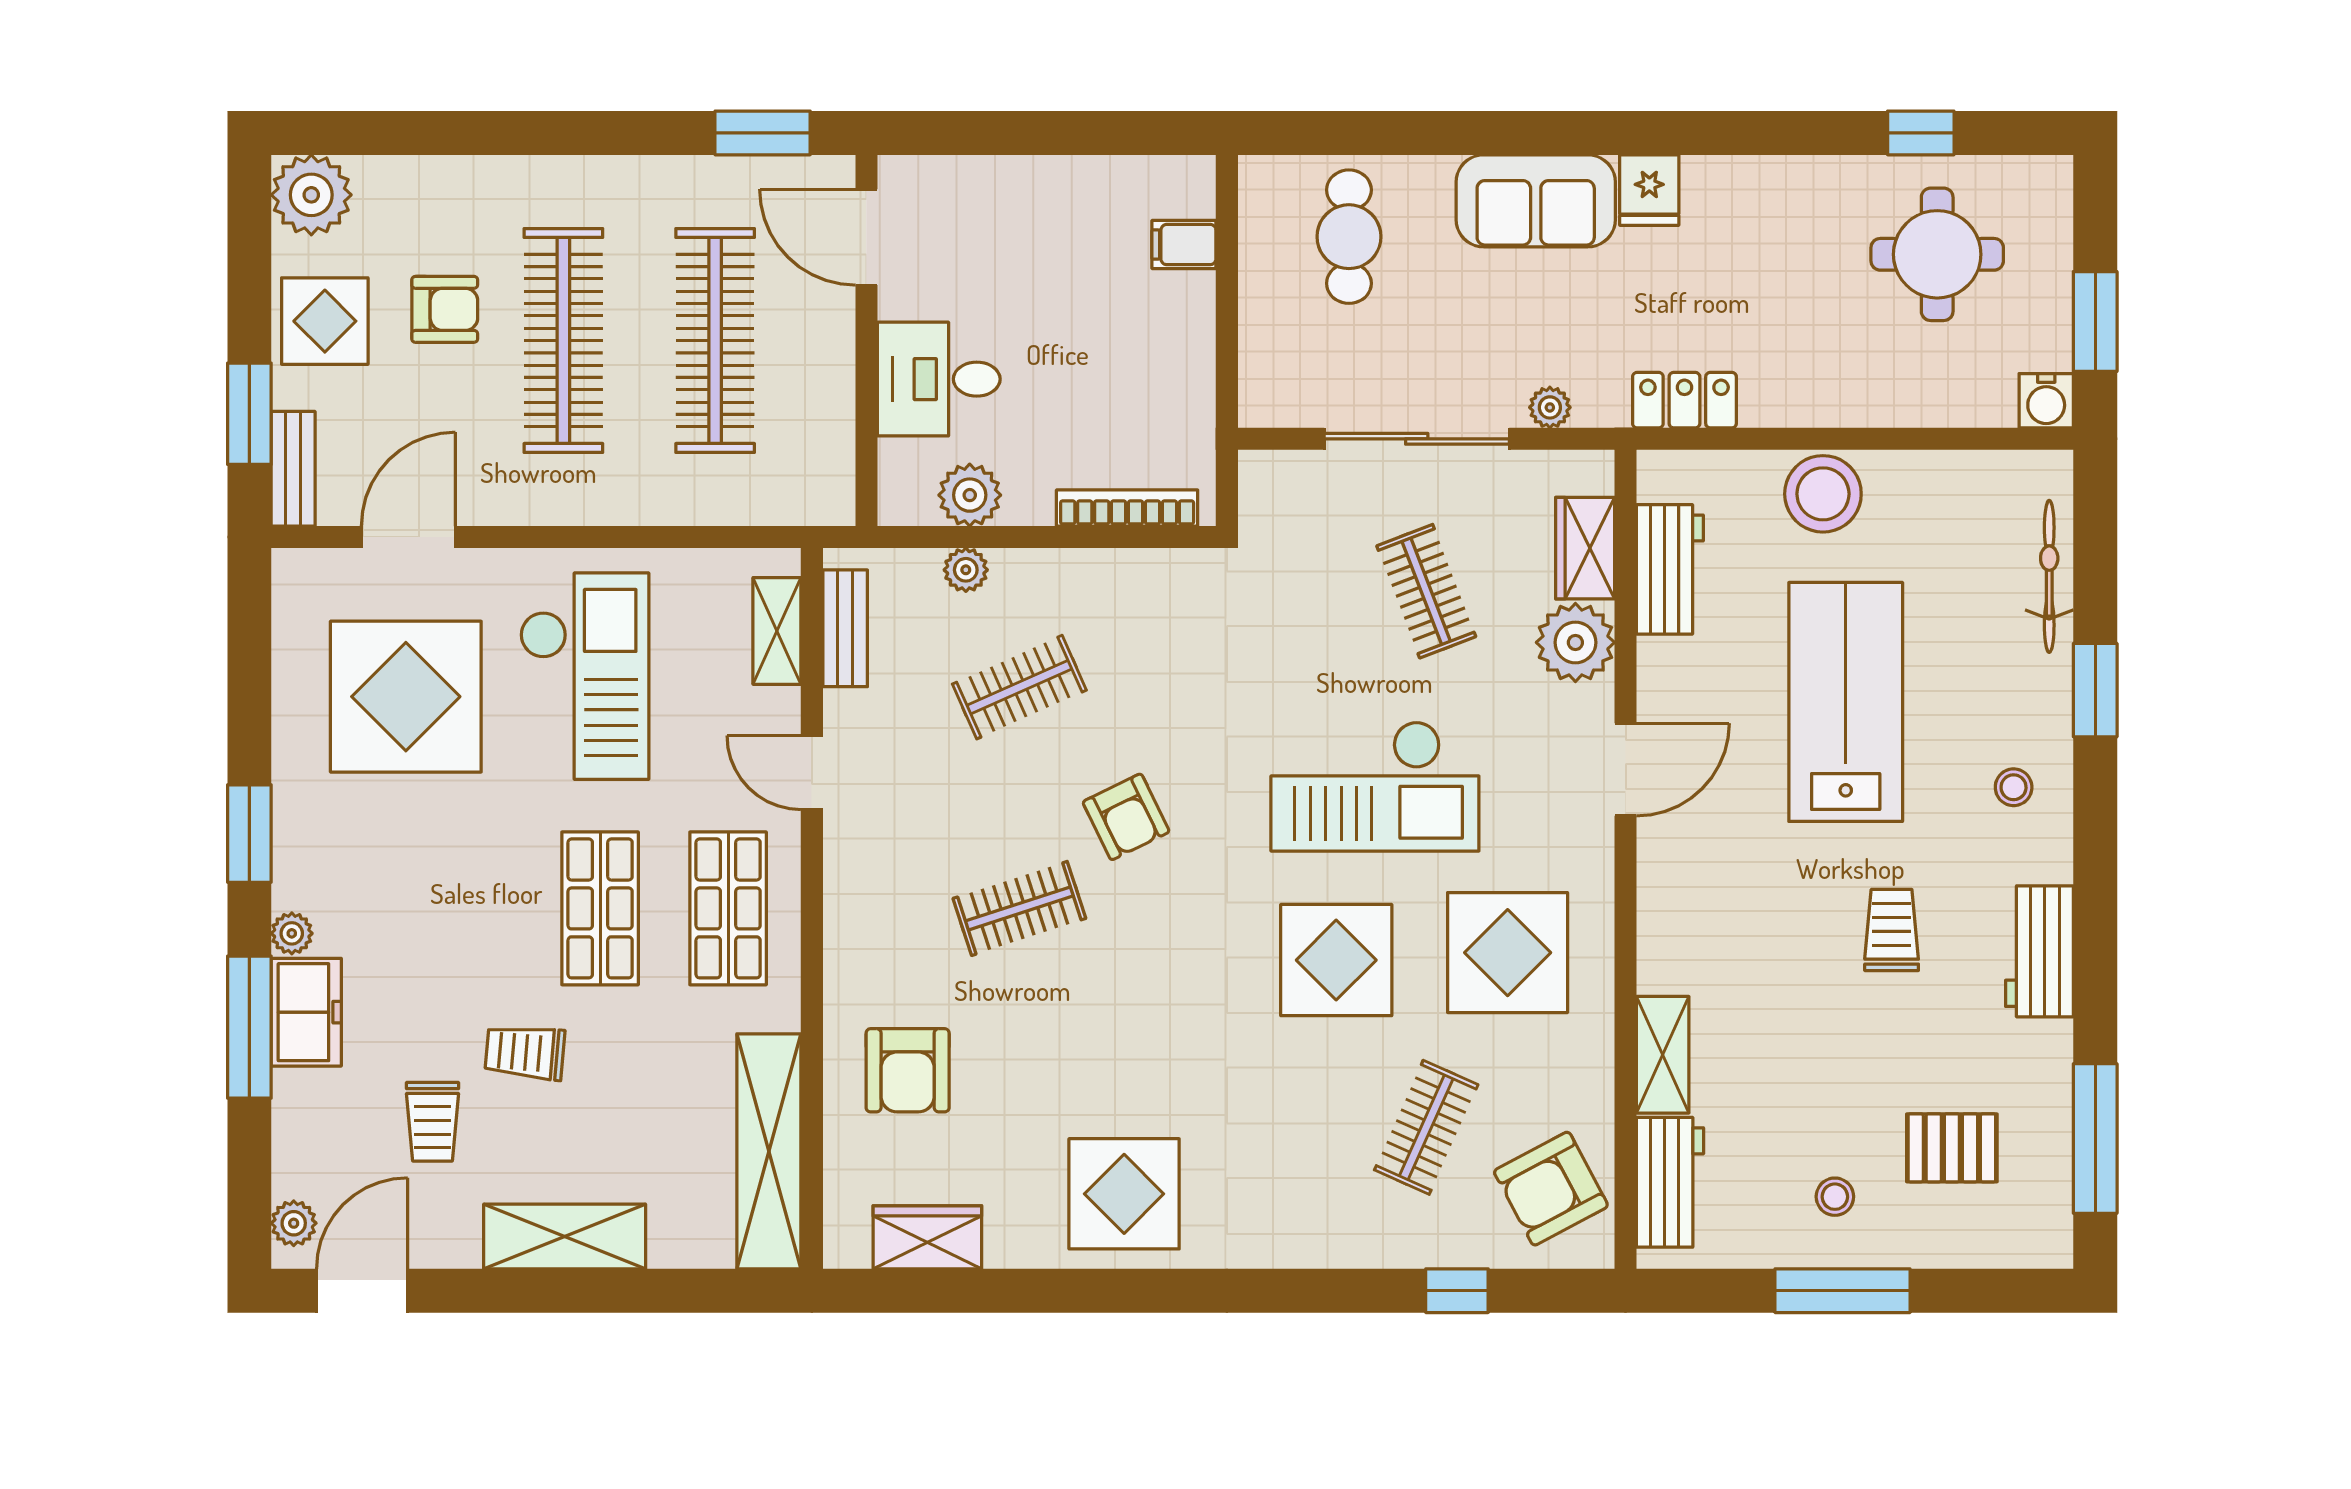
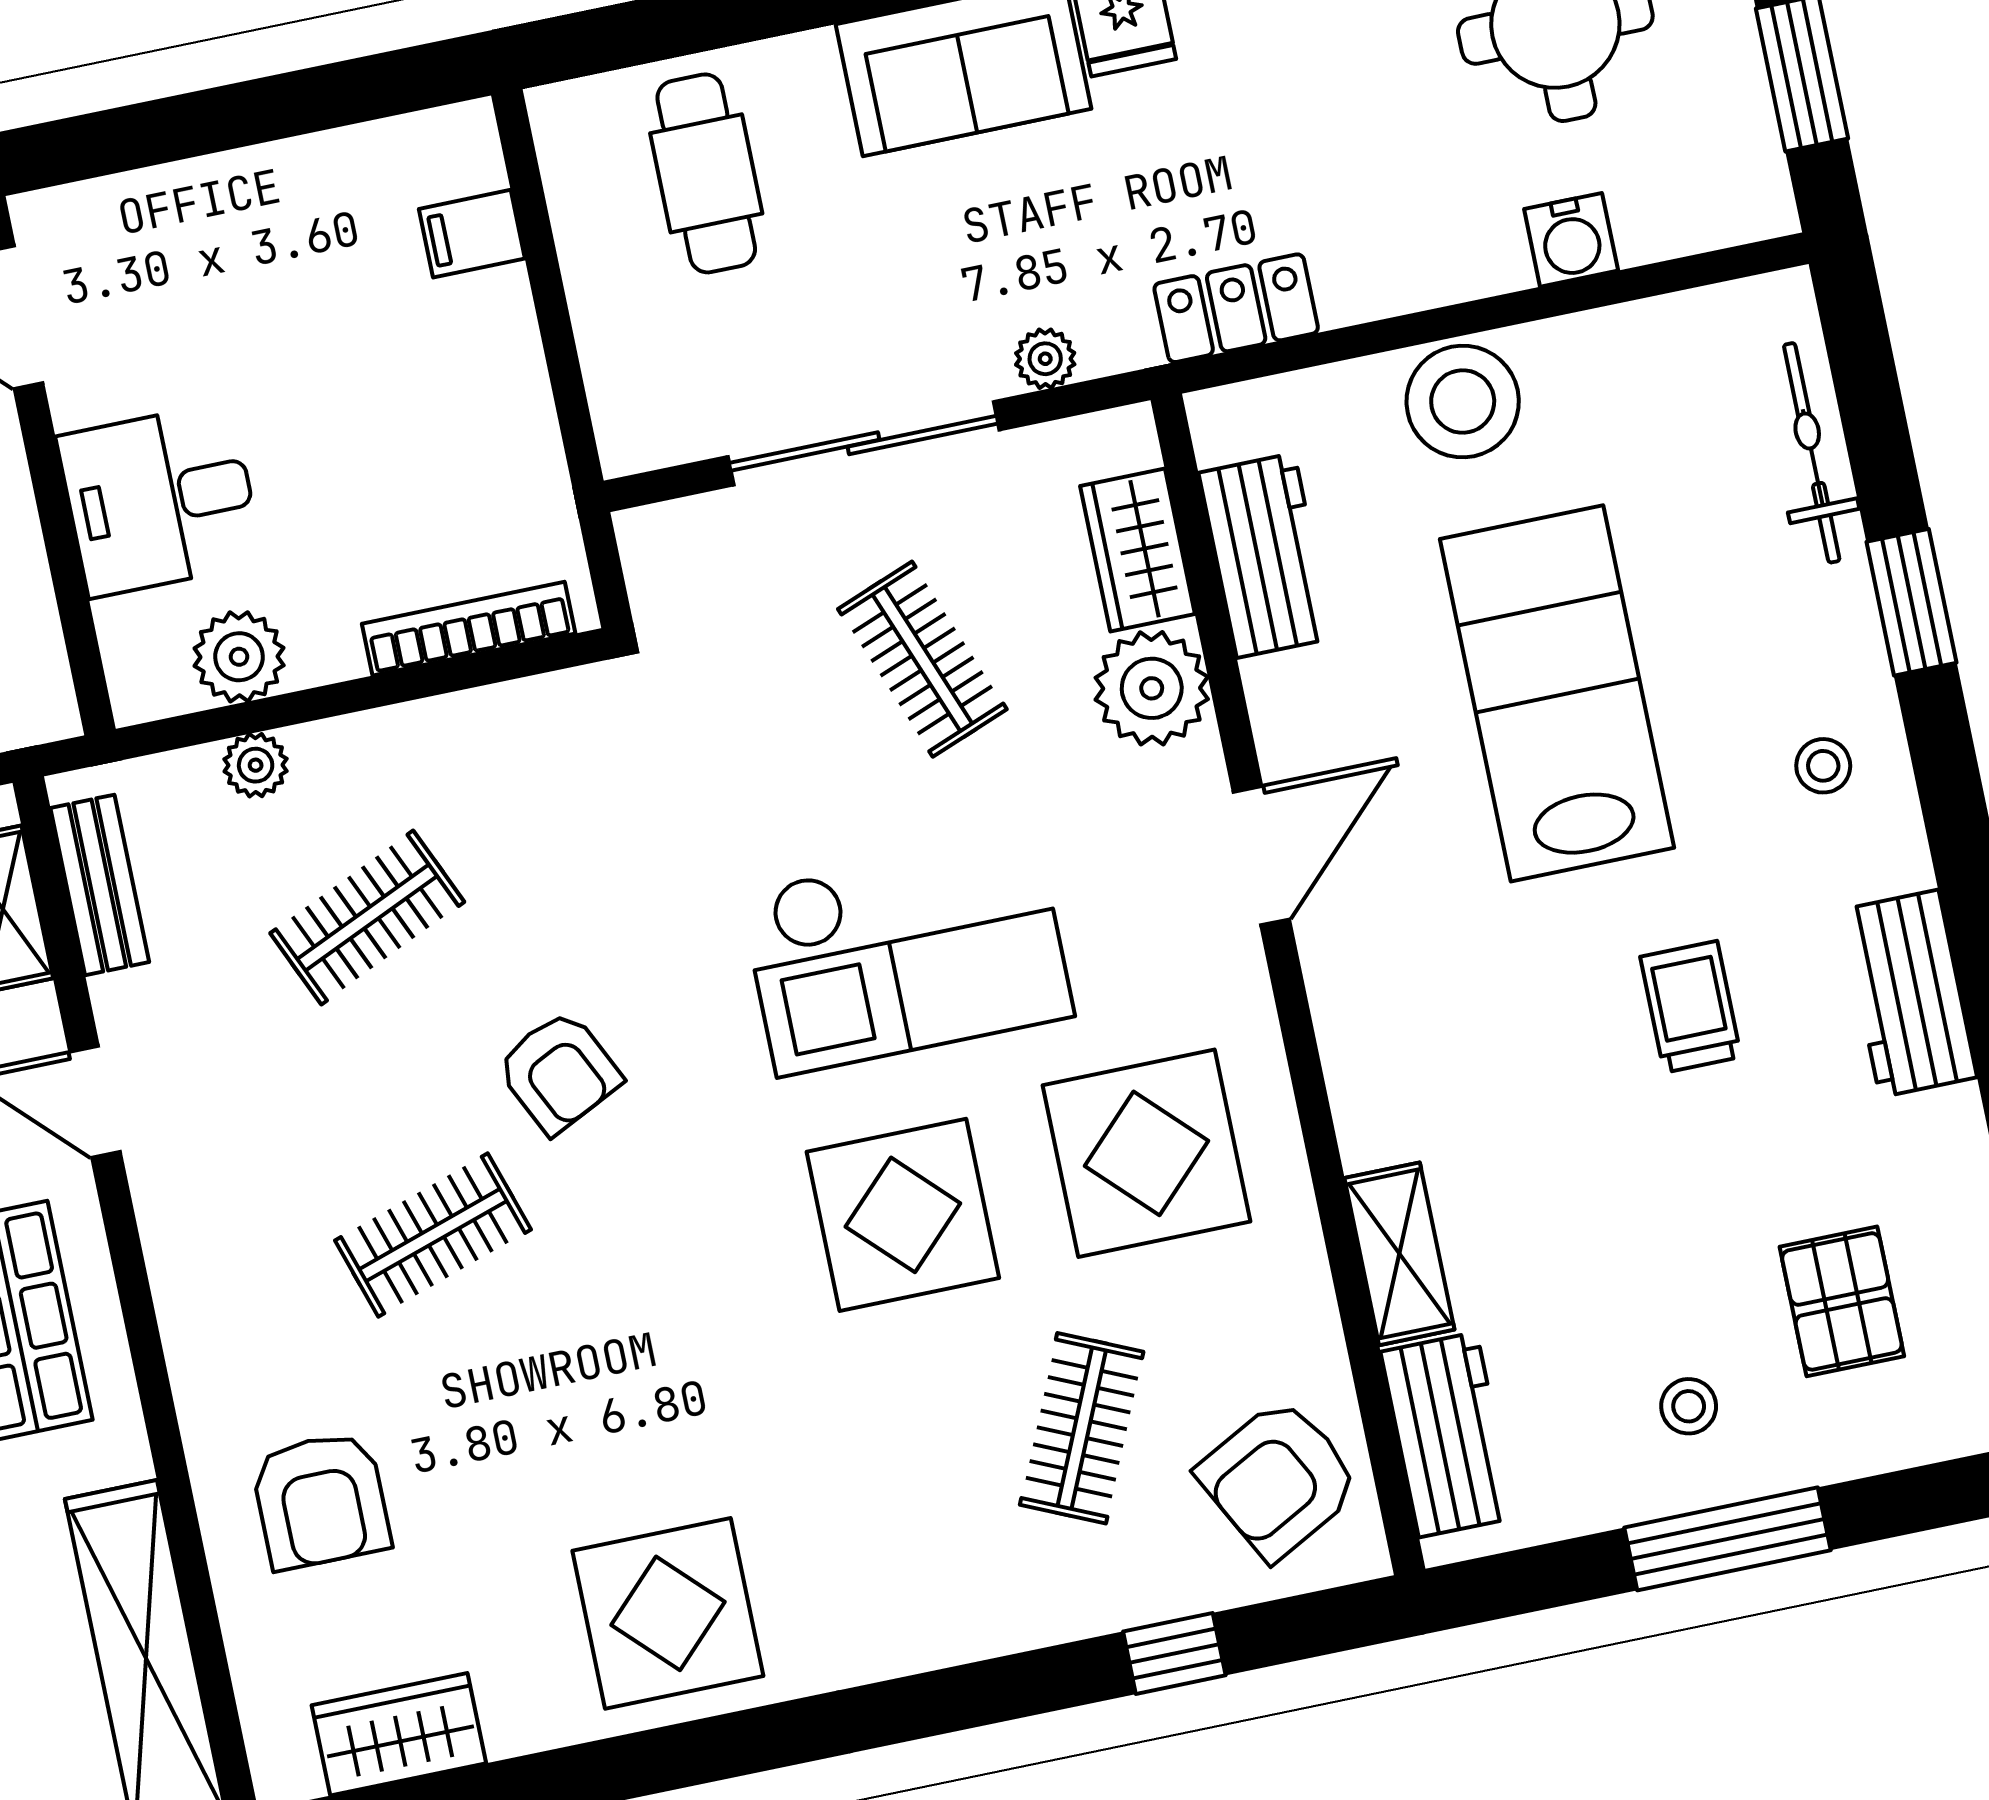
water cooler: (2046, 401) -> (1571, 240), moved
pallet: (1952, 1148) -> (1842, 1301), turned 90

